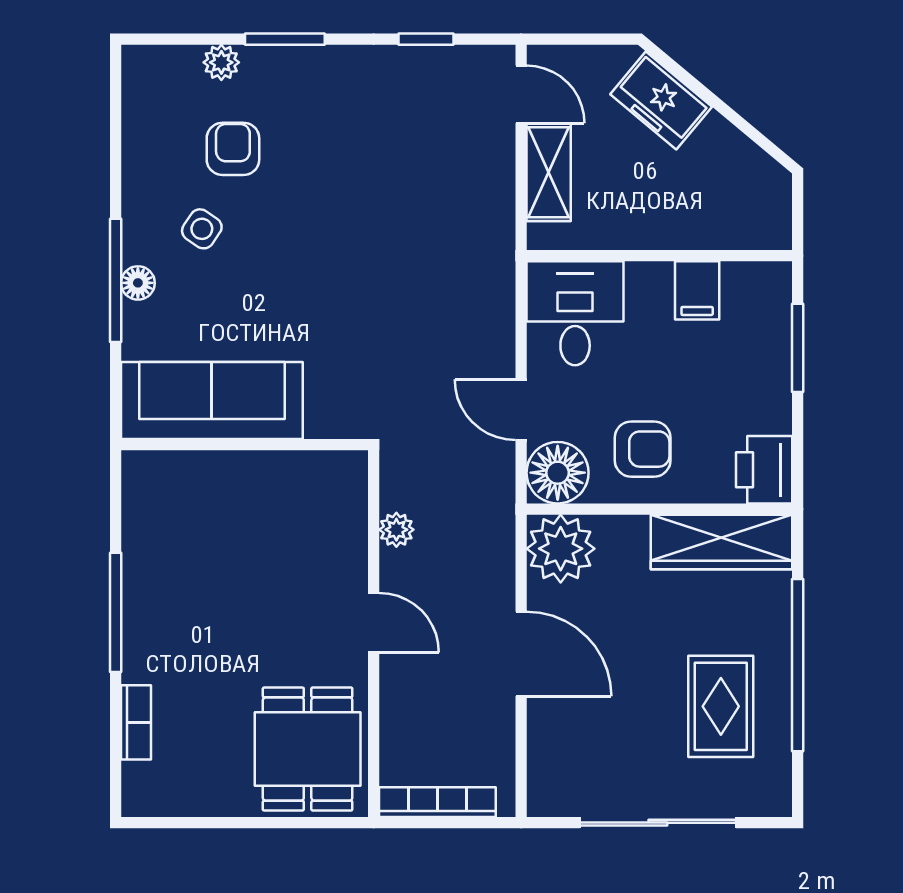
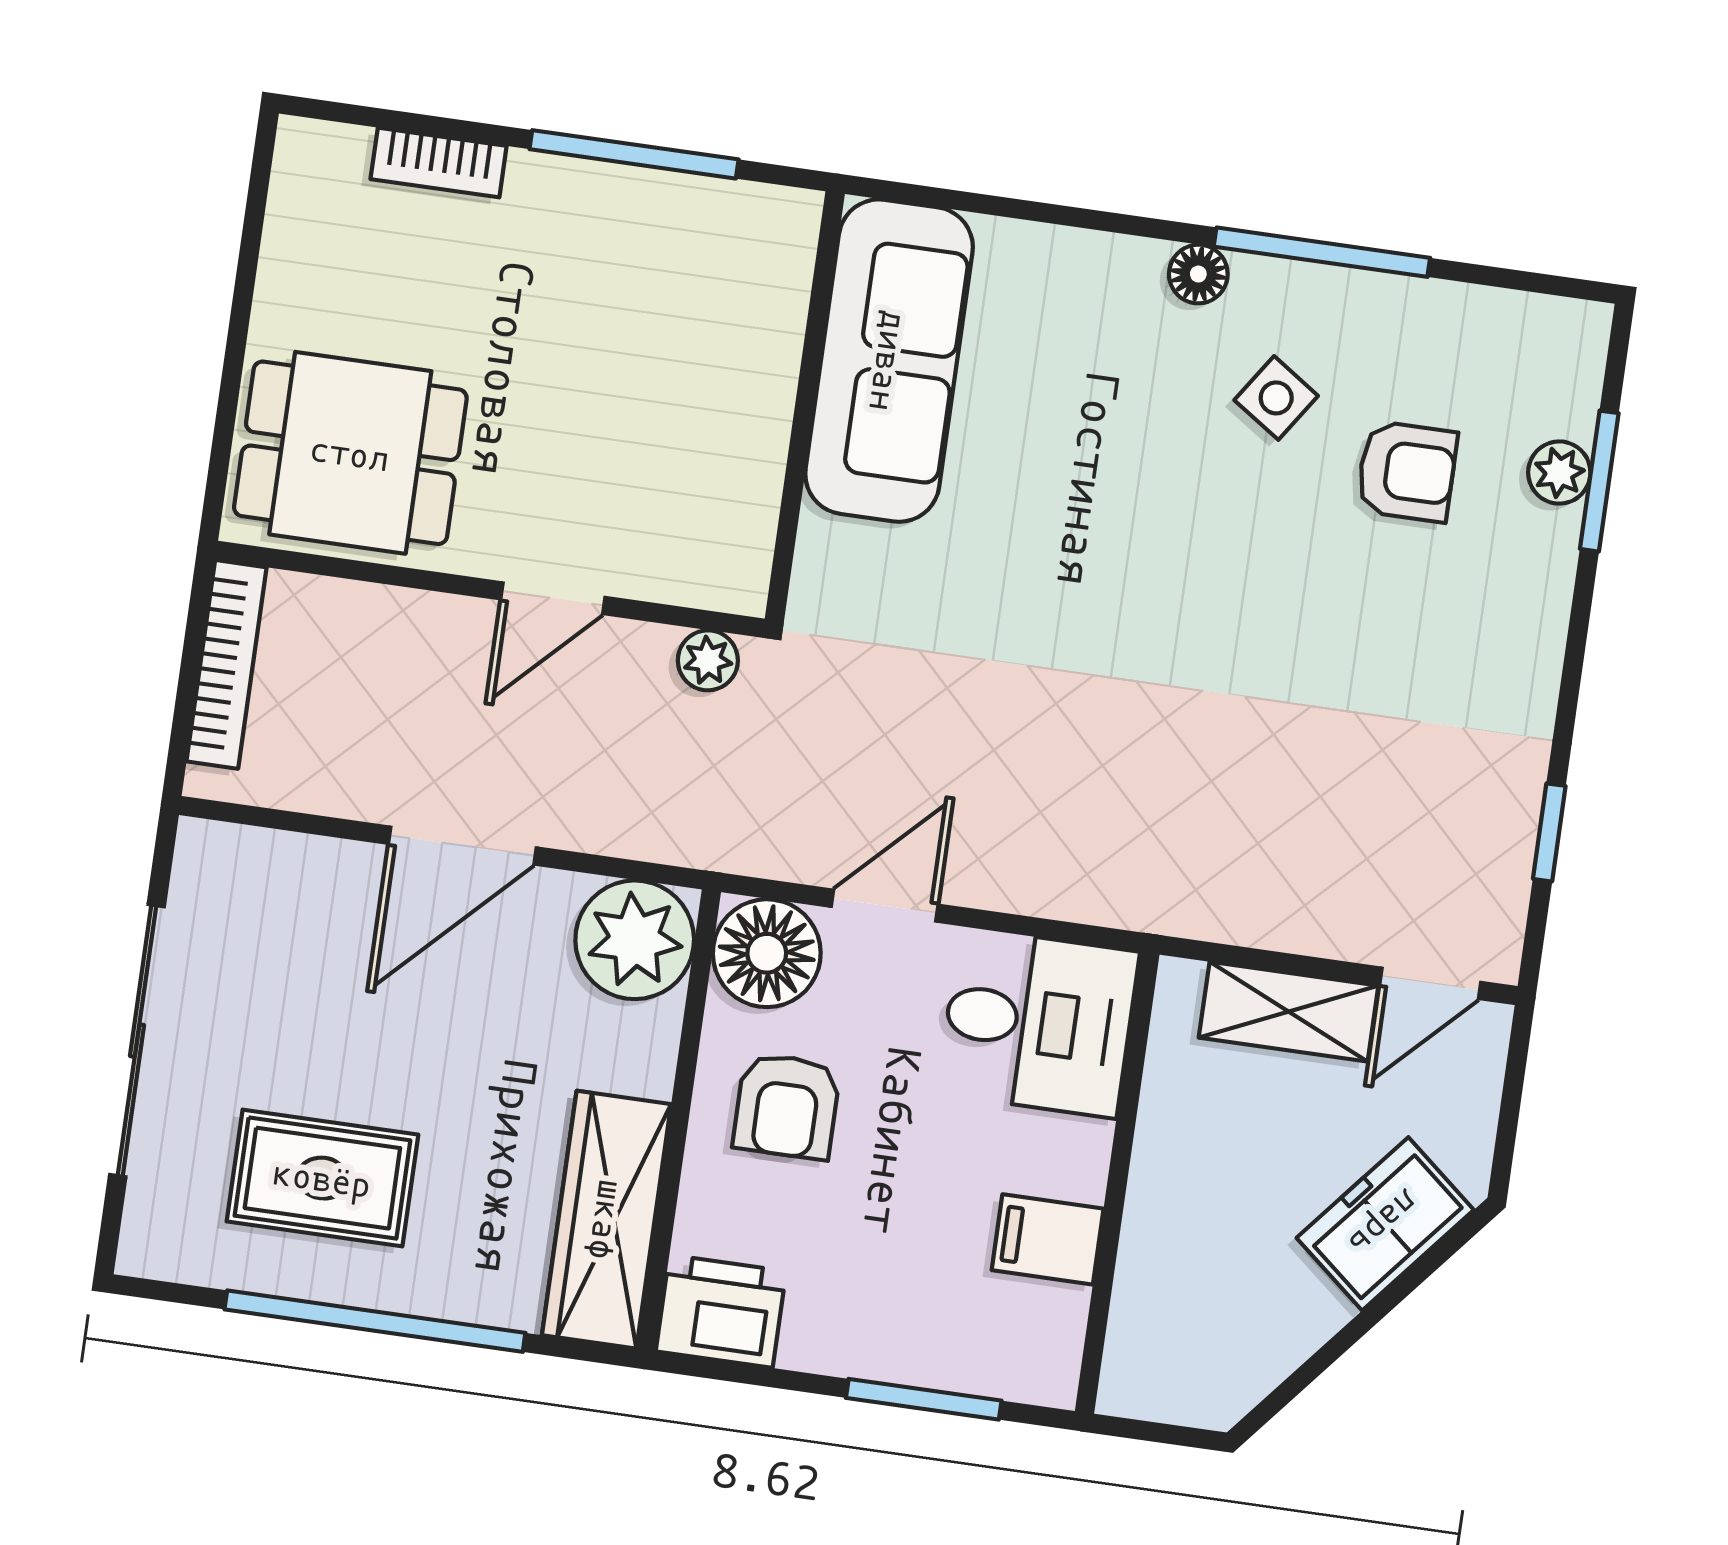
window: (285, 39) -> (1599, 481), moved
window: (116, 280) -> (1322, 252), moved
sofa: (212, 400) -> (889, 361), moved
wall: (245, 445) -> (805, 406), moved

